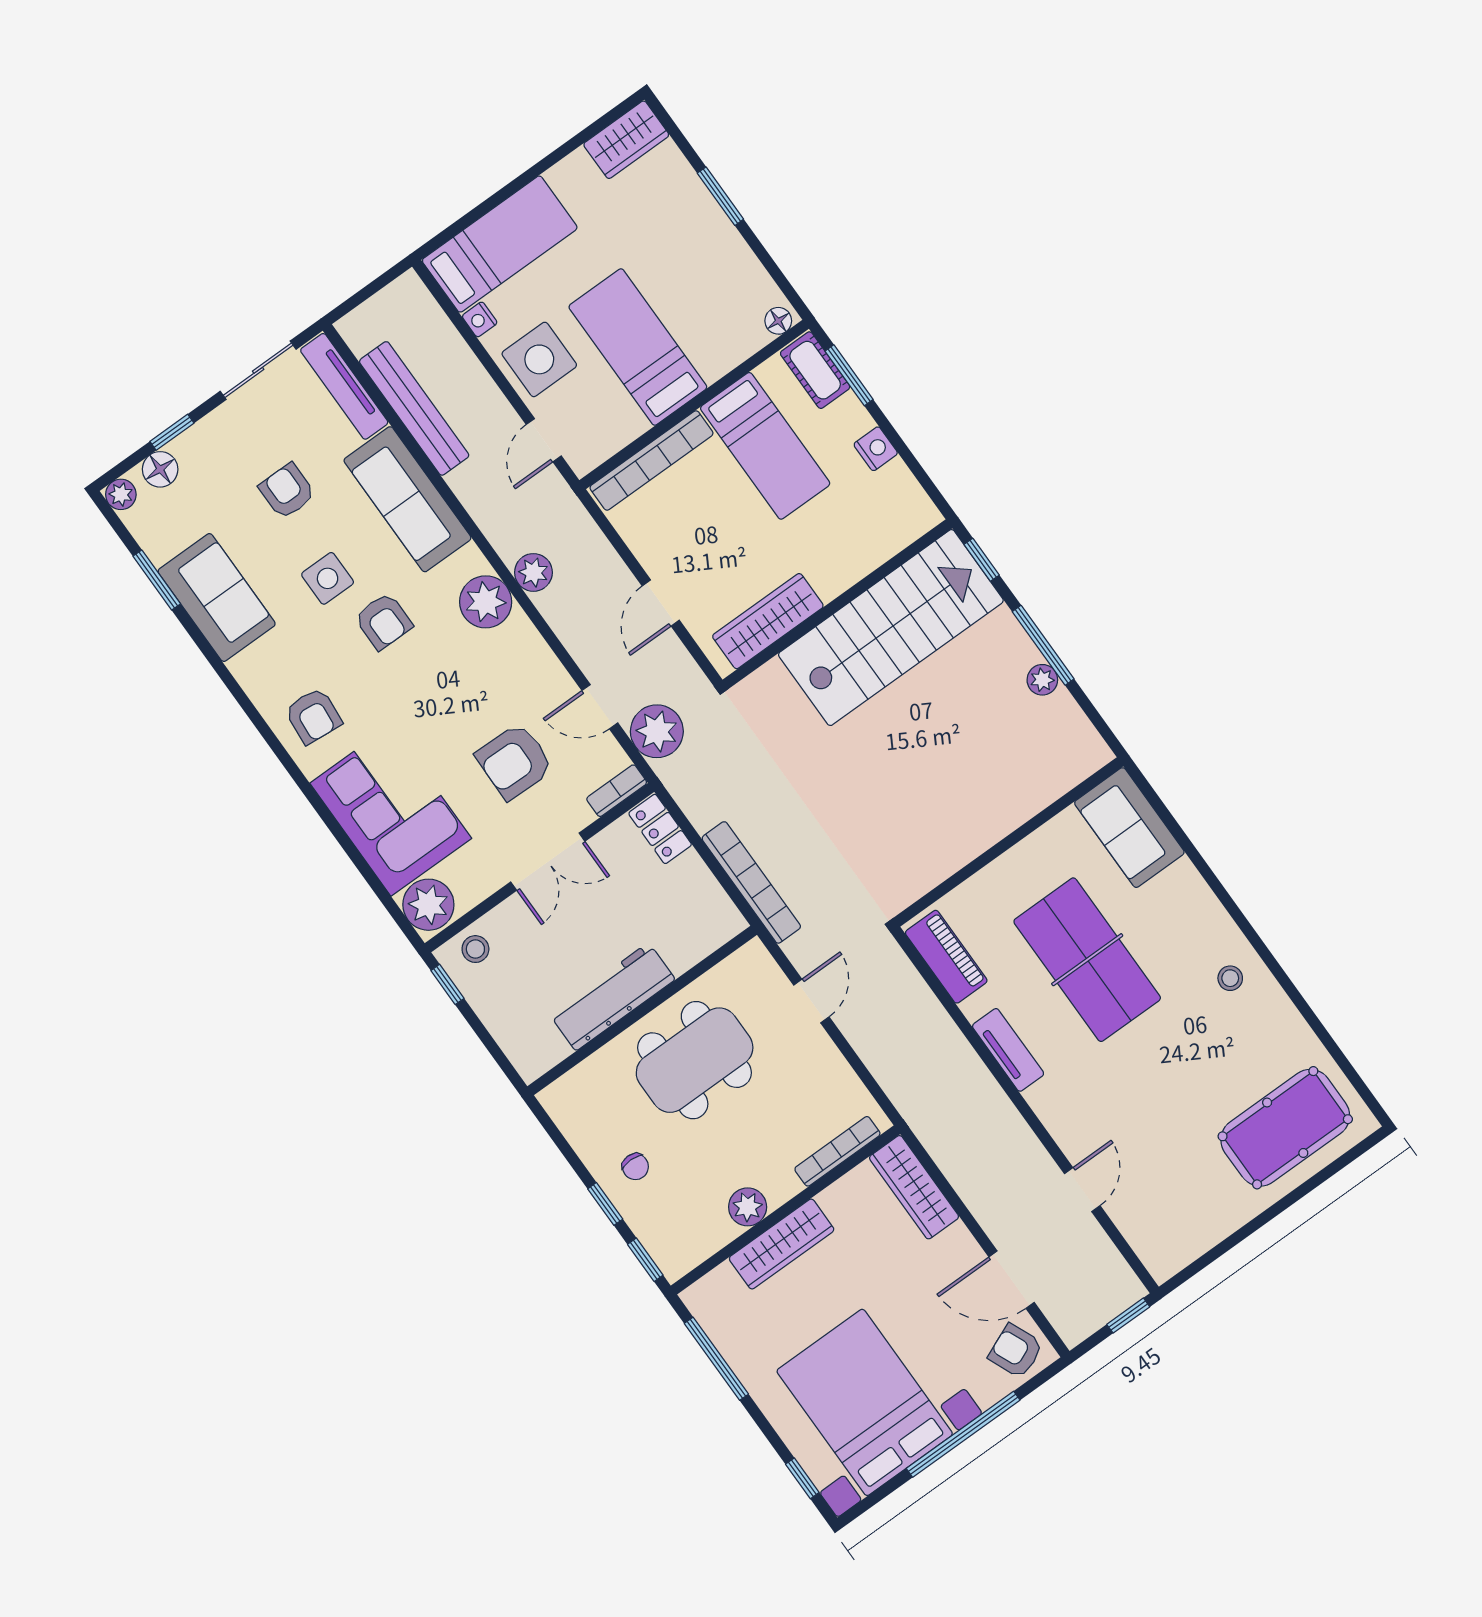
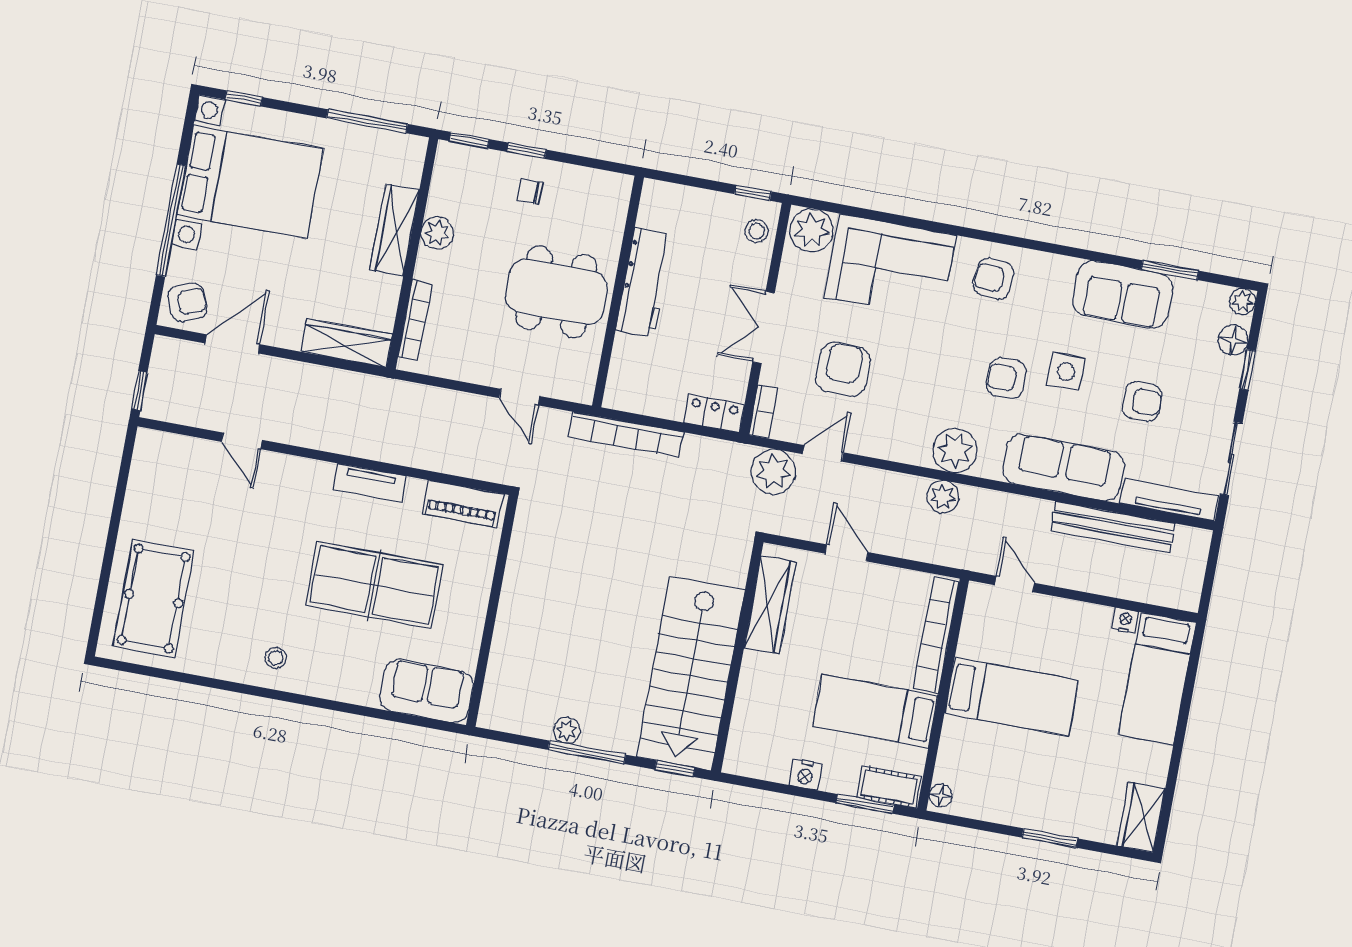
side table: (539, 359) -> (1065, 631), removed
dining table: (695, 1060) -> (556, 292), turned 90

